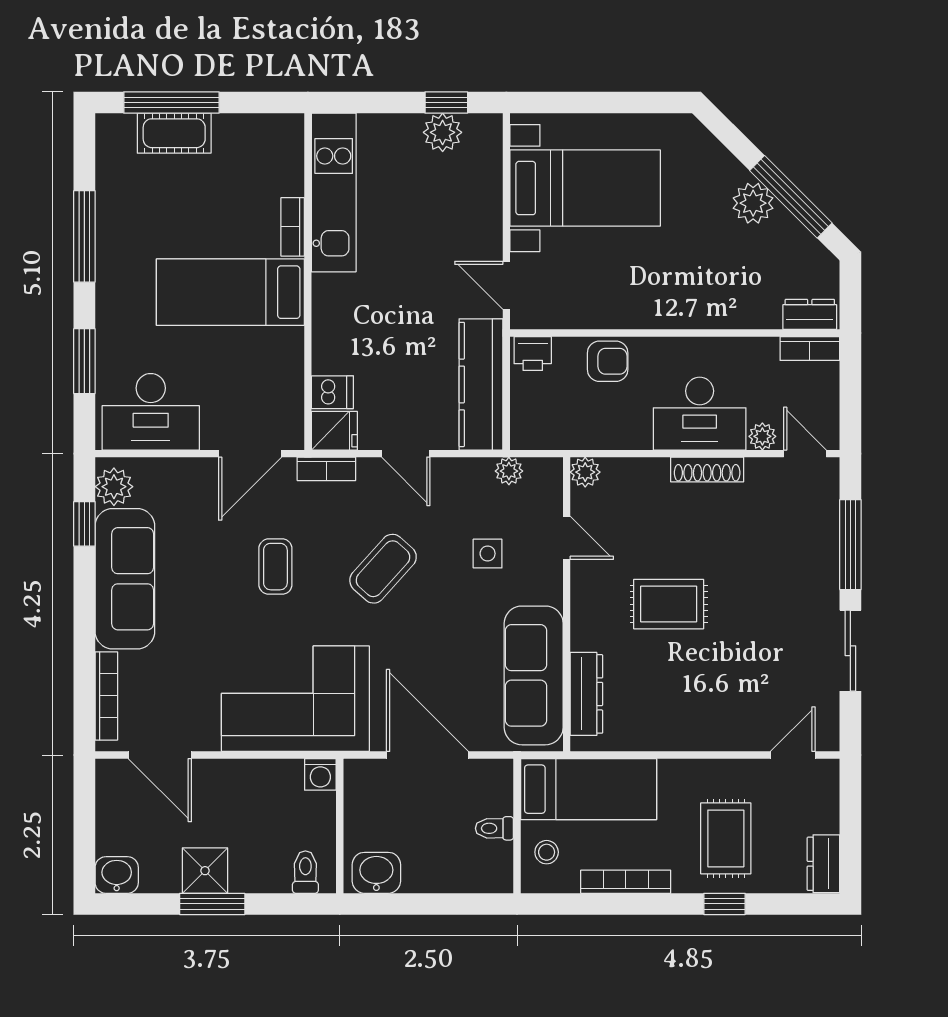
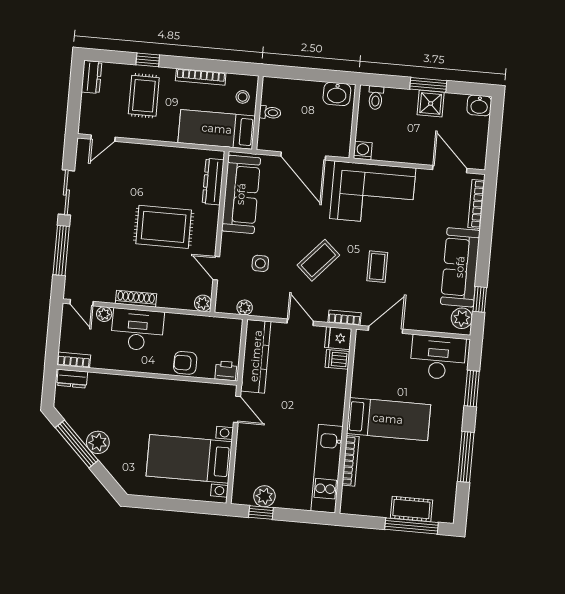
bookcase: (293, 227) -> (350, 461), width x1.56
rug: (669, 604) -> (164, 227), width x1.36, depth x1.43

